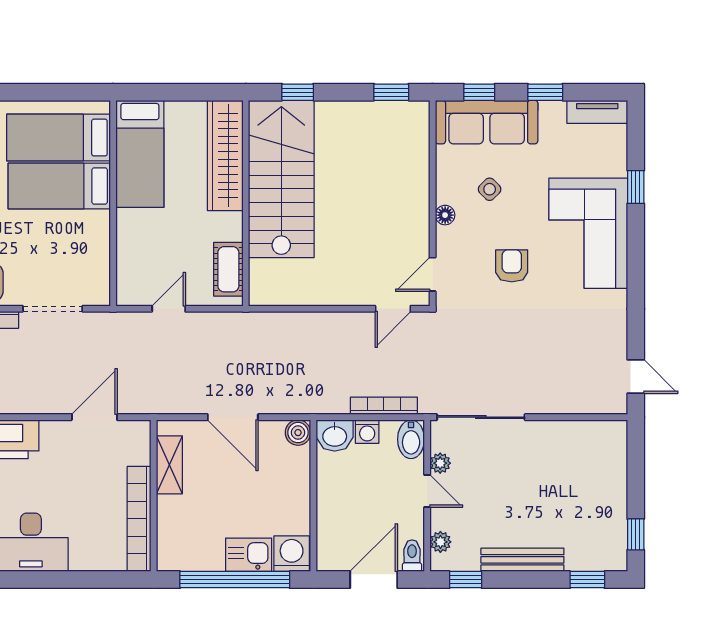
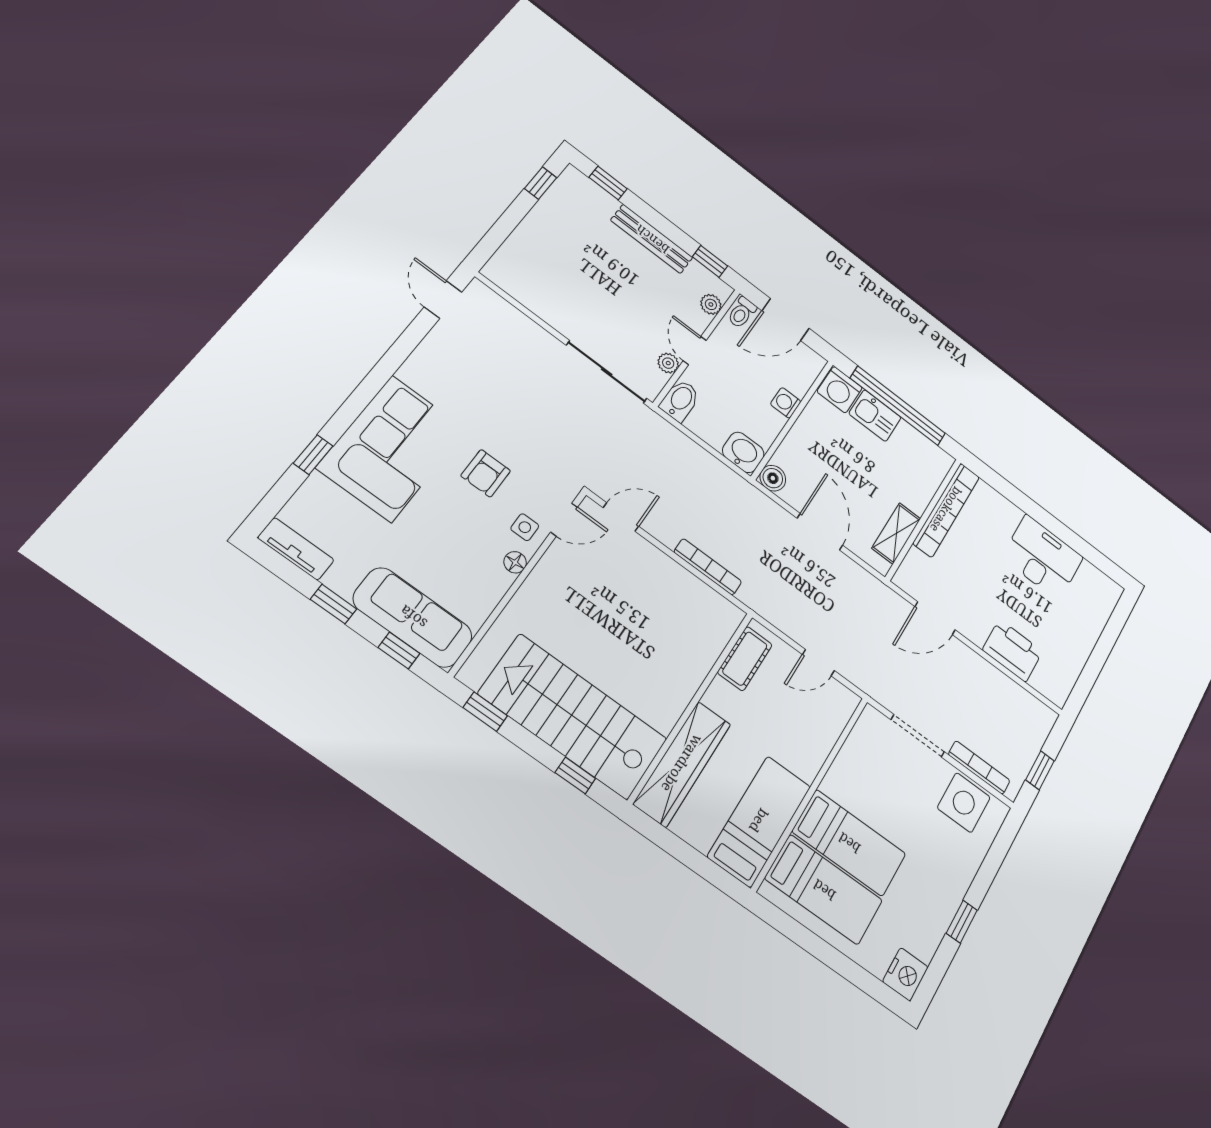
stairs: (281, 179) -> (573, 717), moved, turned 90
side table: (490, 189) -> (525, 527), moved, turned 45
bookcase: (384, 406) -> (708, 567), moved, turned 180
washing machine: (367, 432) -> (786, 403), moved, turned -90

